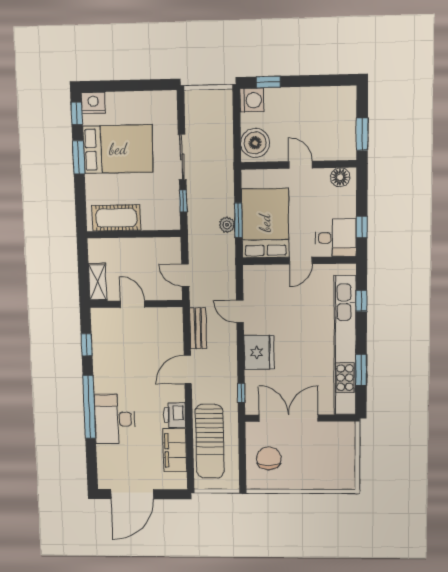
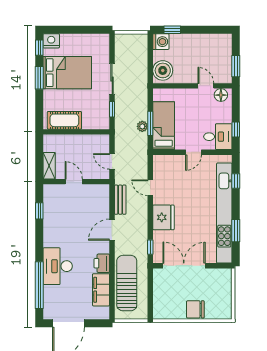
door: (301, 165) -> (206, 86), moved
bed: (265, 223) -> (164, 126), width x0.67
window: (89, 407) -> (39, 285), moved
sun lounger: (210, 441) -> (127, 283), turned 180
chair: (269, 458) -> (195, 309), moved, turned -90

